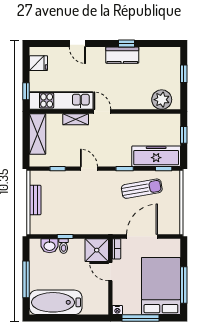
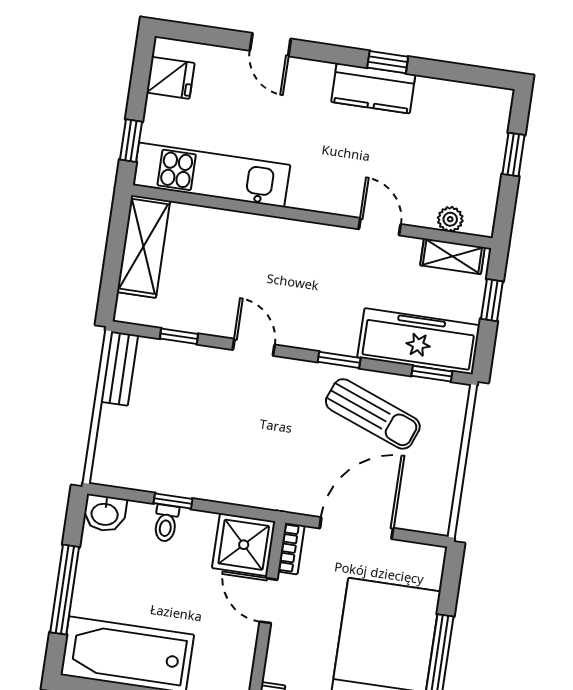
plant: (162, 100) -> (450, 219), width x0.53, depth x0.53
door: (102, 111) -> (380, 227), moved
shelving: (76, 119) -> (452, 256), moved
sun lounger: (142, 189) -> (373, 414), turned 31
bench: (35, 200) -> (119, 369), moved
washbasin: (50, 246) -> (105, 513), moved

